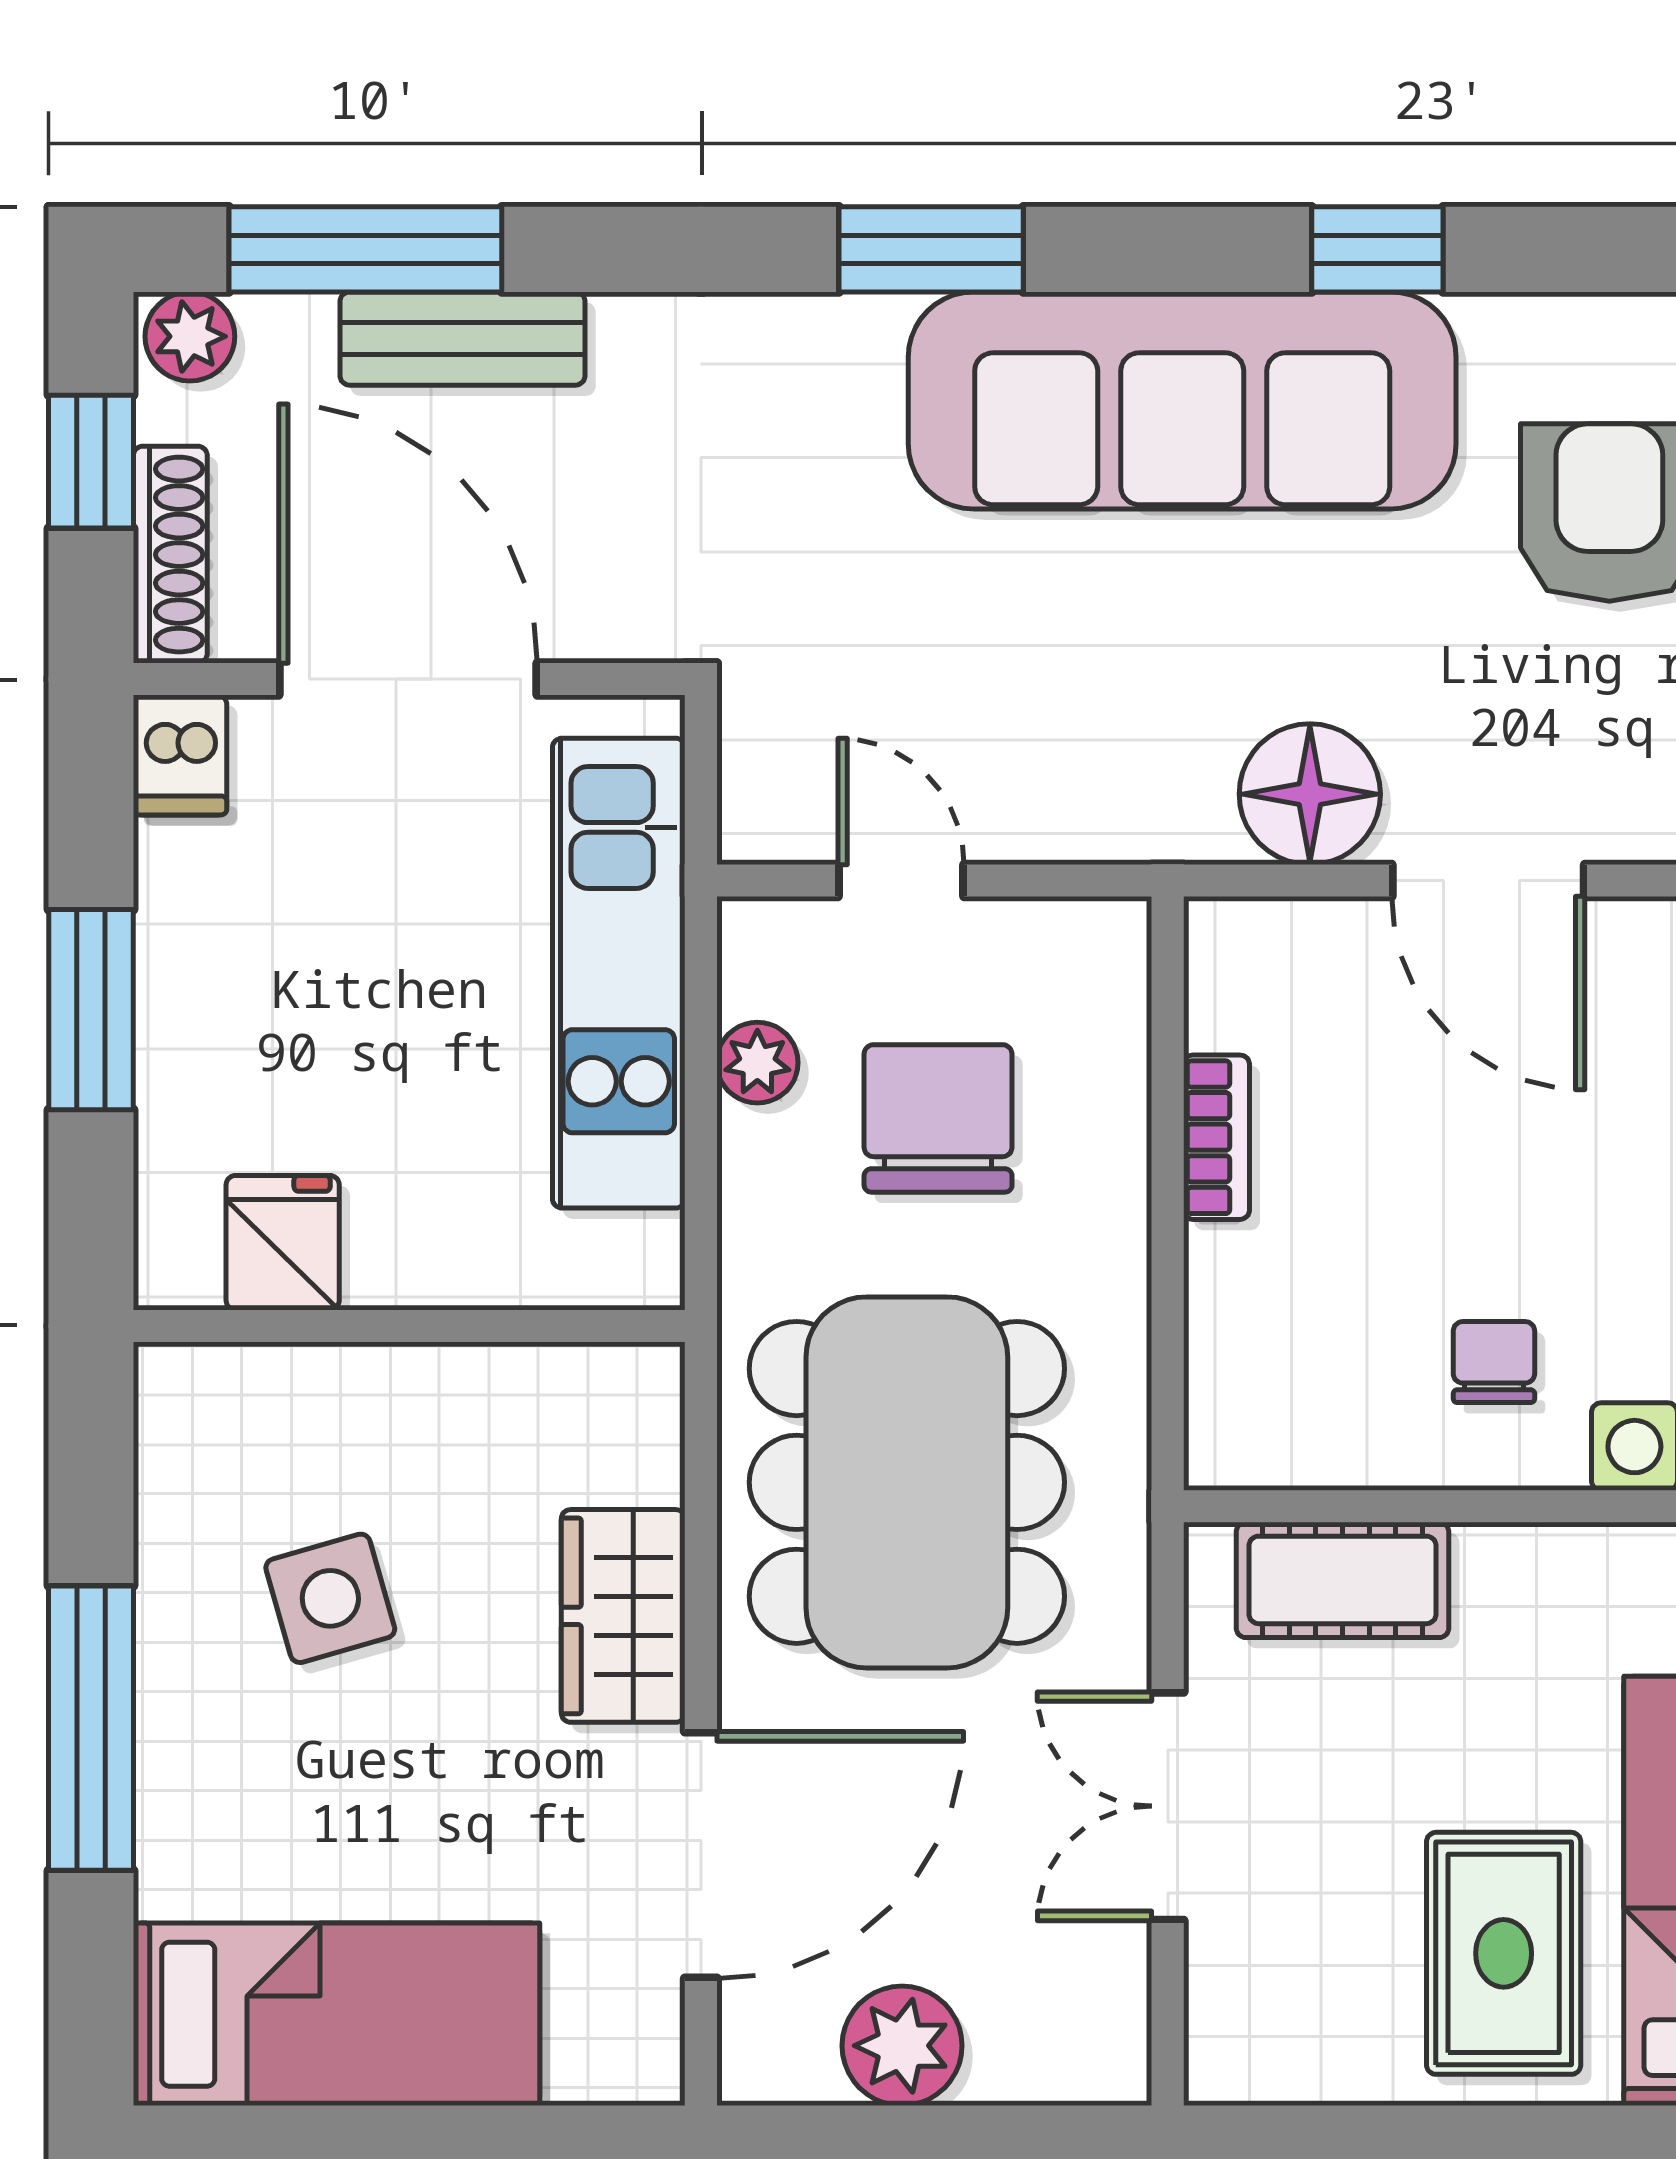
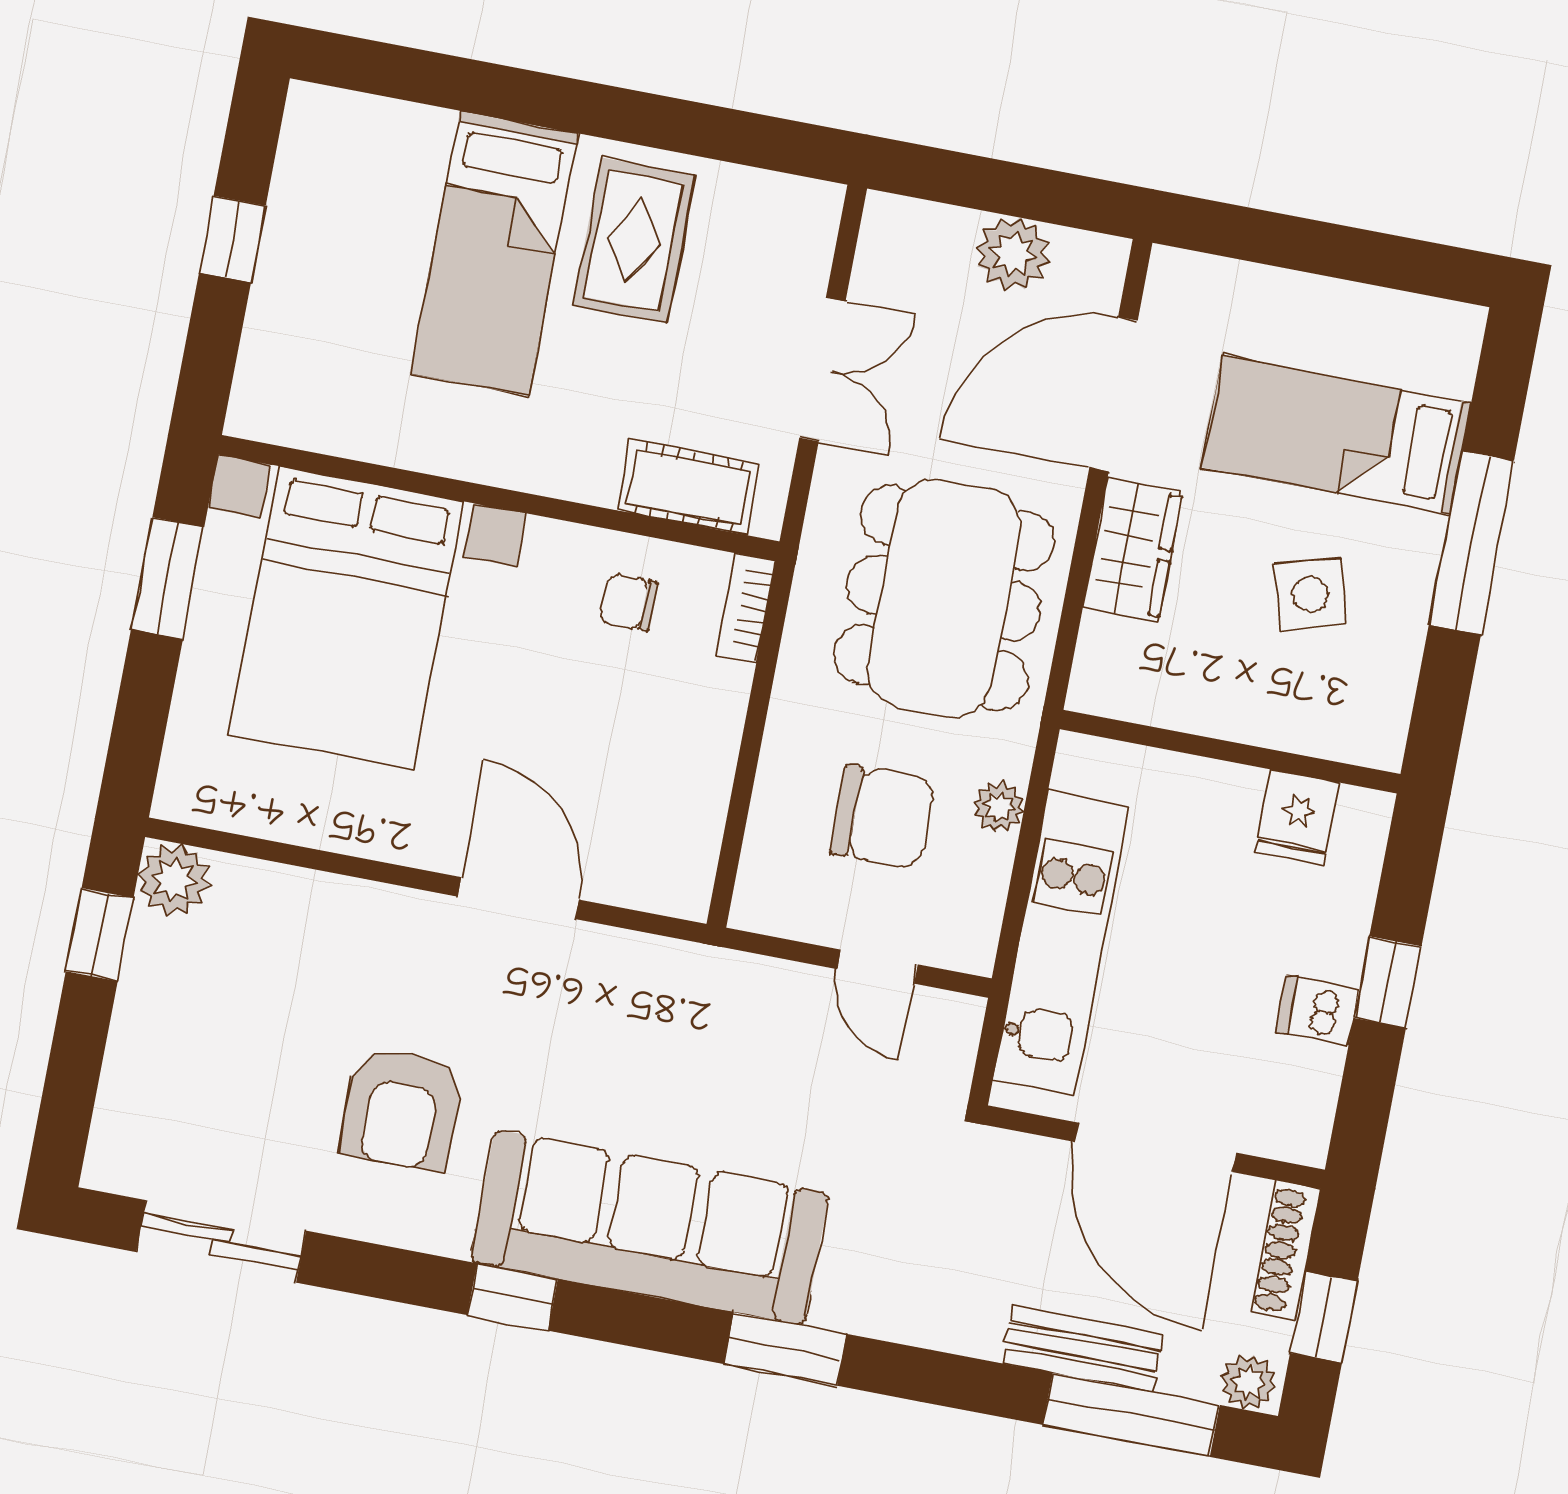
dishwasher: (180, 755) -> (1317, 1011), moved, turned -90
floor lamp: (1310, 794) -> (617, 972), removed
window: (91, 1010) -> (1388, 982), width x0.67
plant: (757, 1063) -> (999, 807), moved
chair: (938, 1118) -> (882, 817), turned -90
bookcase: (1216, 1137) -> (746, 607), moved
chair: (1494, 1362) -> (629, 602), moved, turned 90
bed: (336, 2014) -> (1336, 435), moved

